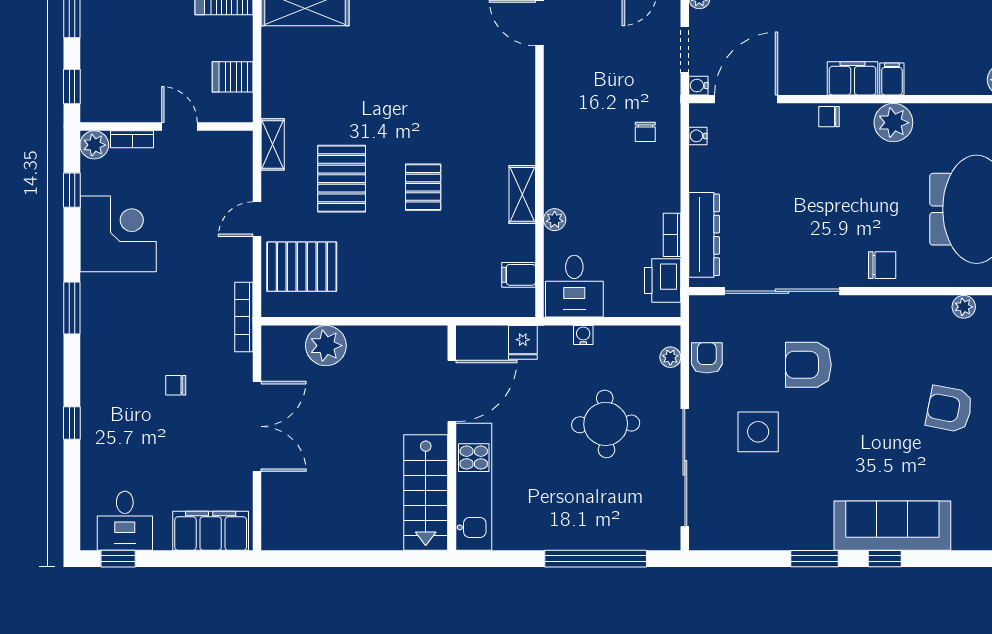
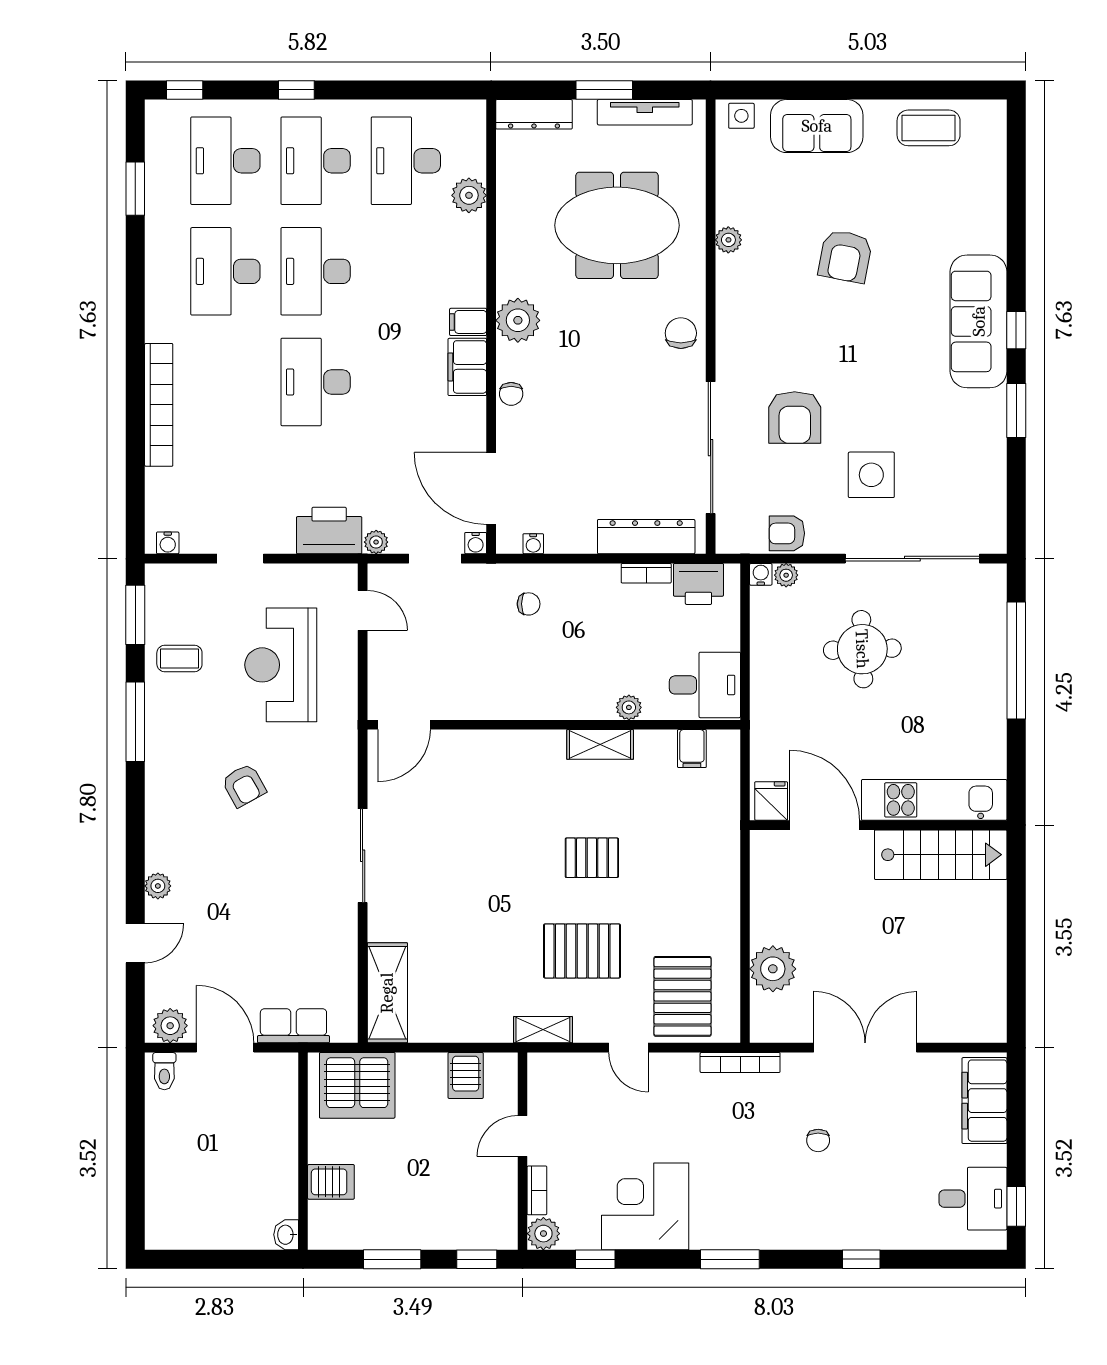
water cooler: (583, 335) -> (761, 574), moved, turned 90
fridge: (523, 342) -> (771, 801), moved, turned -90

